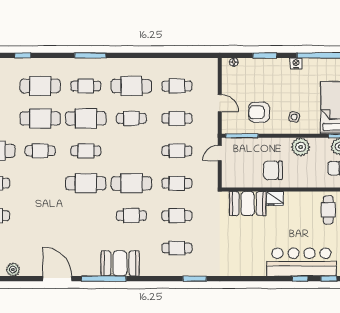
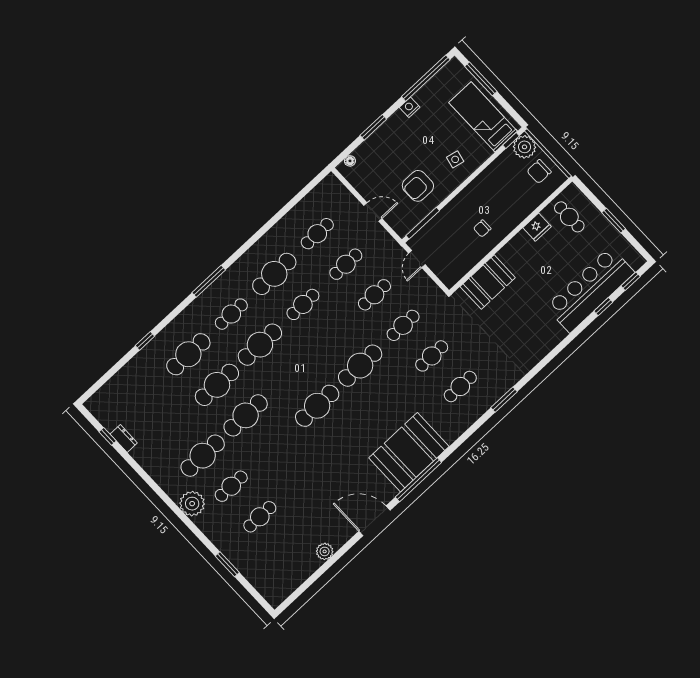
plant: (301, 147) -> (488, 182), removed
cafe table: (40, 151) -> (246, 415), width x1.37, depth x1.35
cafe table: (86, 151) -> (289, 375), removed
chair: (273, 170) -> (482, 228), width x0.54, depth x0.54
fridge: (275, 199) -> (537, 227), moved
cafe table: (131, 216) -> (389, 396), removed
booth: (120, 263) -> (409, 452), width x1.36, depth x1.42

